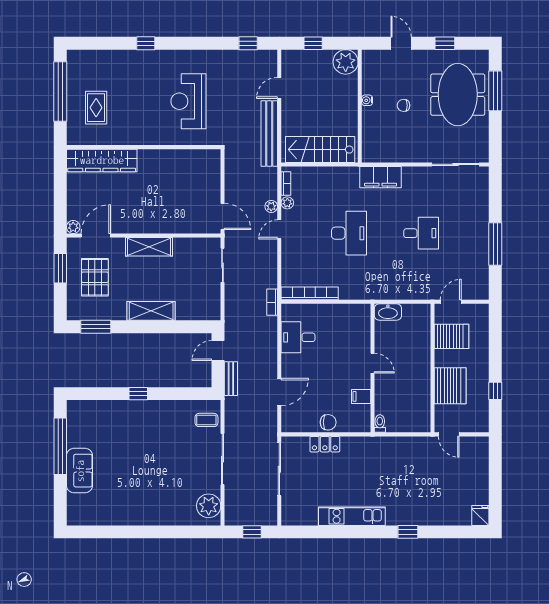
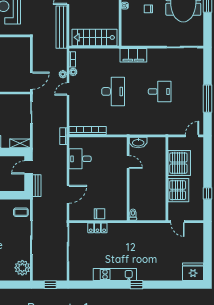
door: (222, 216) -> (31, 81), hinge flipped
door: (451, 302) -> (192, 136), moved
shelving: (205, 313) -> (20, 143), added
server rack: (451, 336) -> (179, 163), width x1.60
door: (372, 363) -> (128, 162), moved
filing cabinet: (361, 396) -> (121, 197), removed
fridge: (480, 515) -> (193, 272), width x1.88, depth x1.34
window: (408, 532) -> (136, 285), moved

